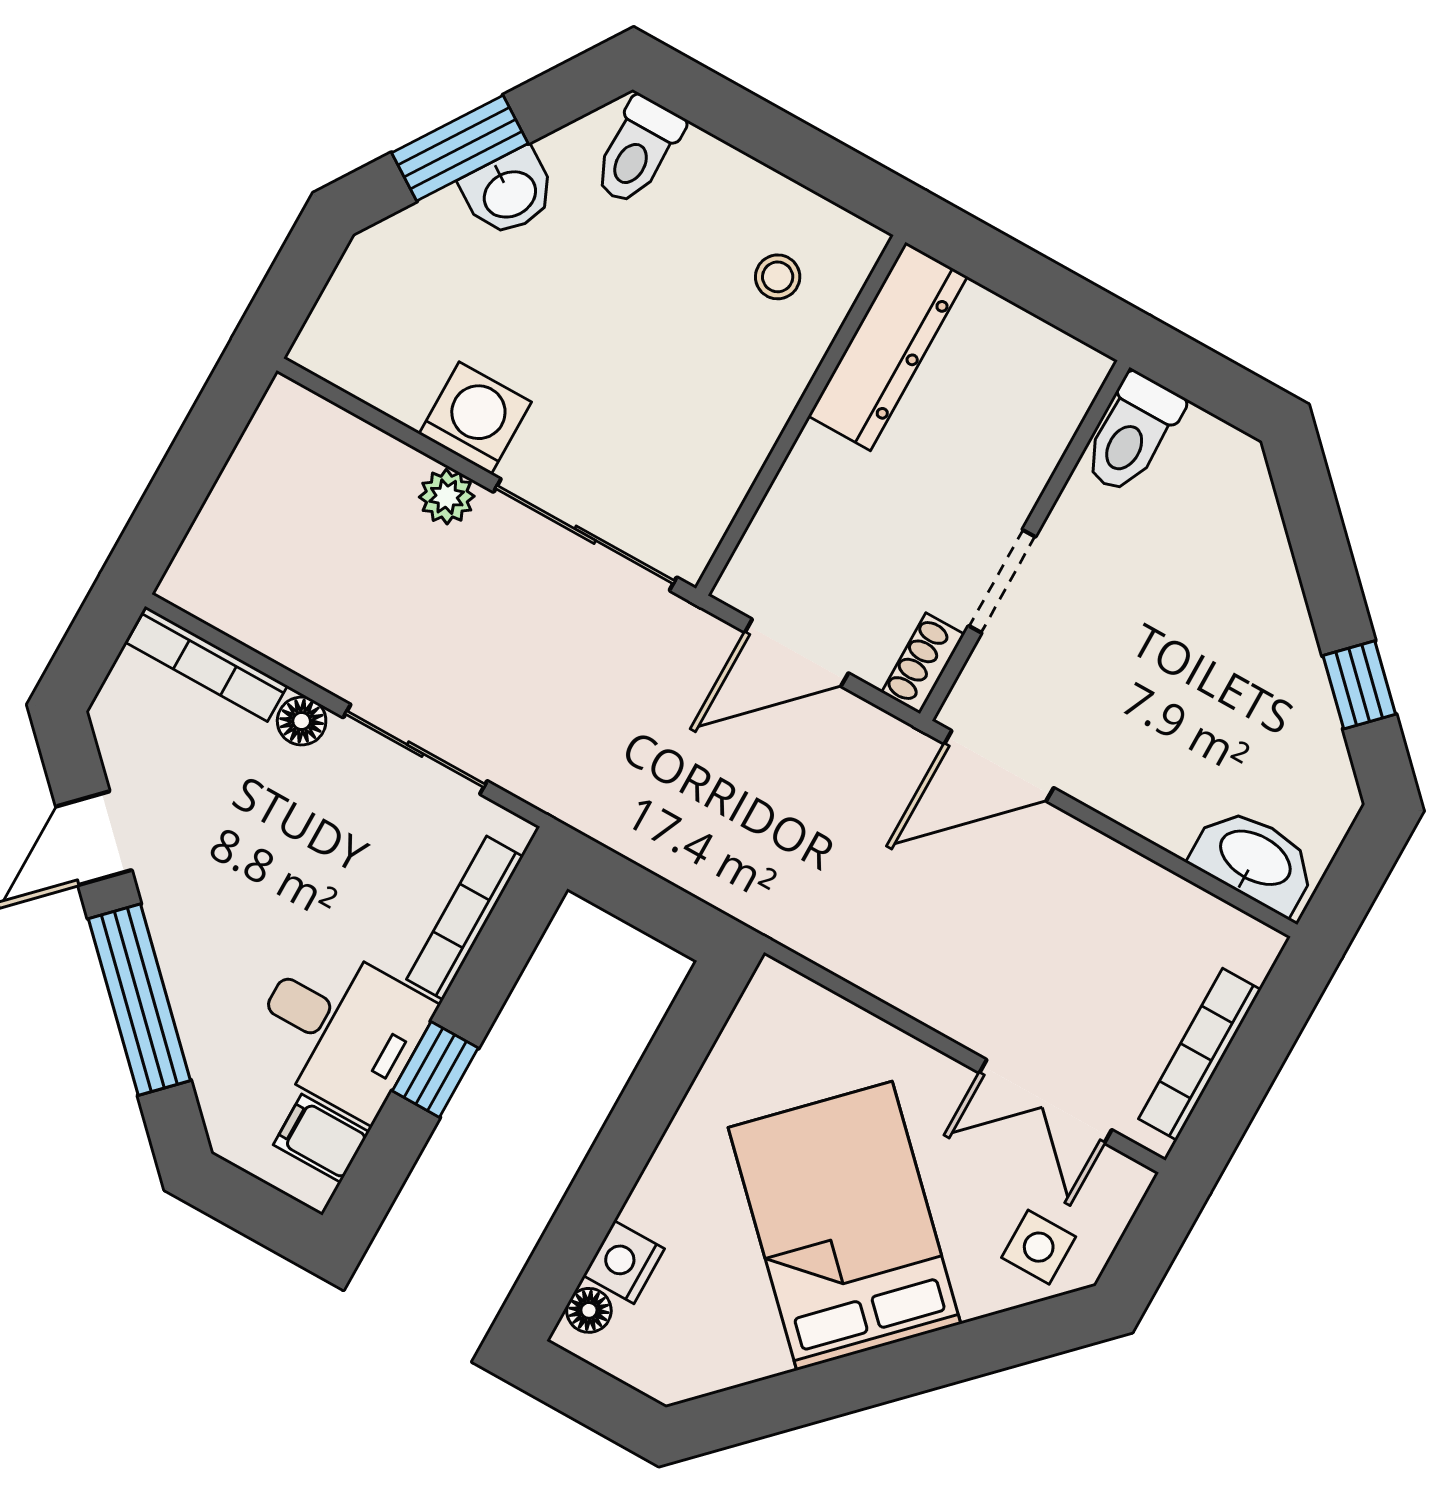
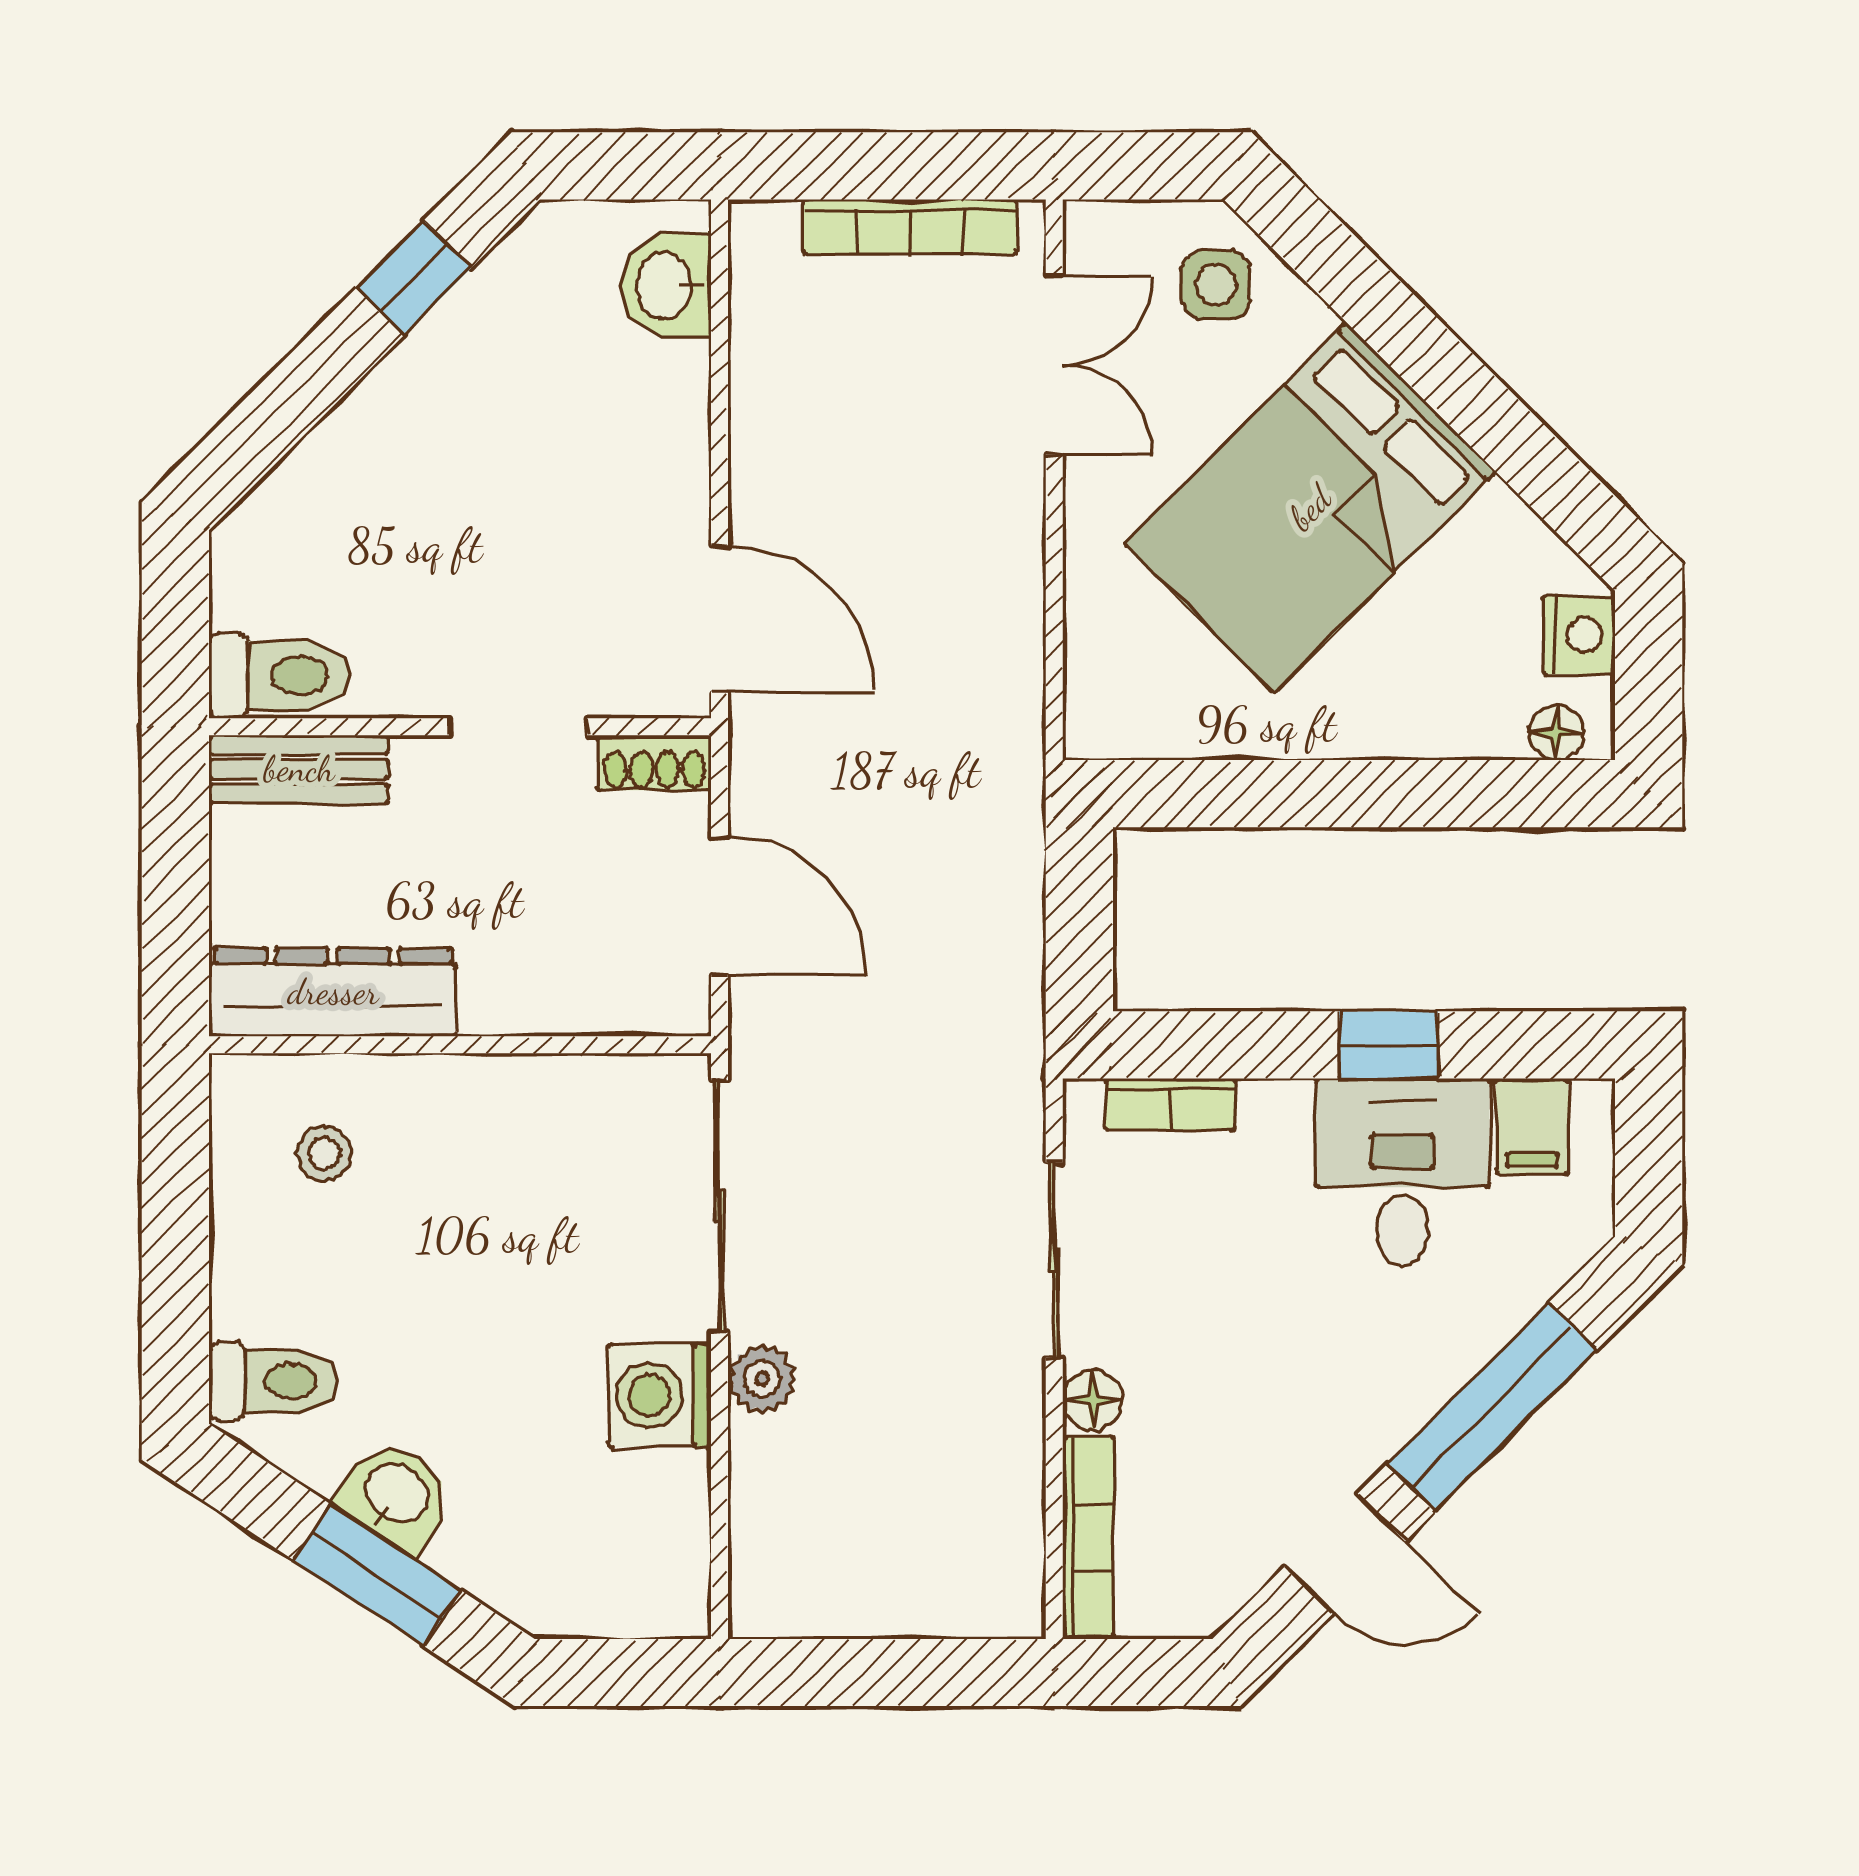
bench: (1058, 410) -> (299, 769), added
washbasin: (1254, 860) -> (666, 285), width x0.72
bookcase: (465, 918) -> (1170, 1104), width x0.64
nightstand: (624, 1262) -> (1579, 635), moved, turned -90

